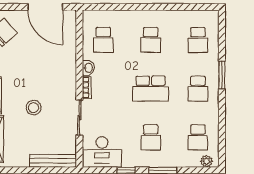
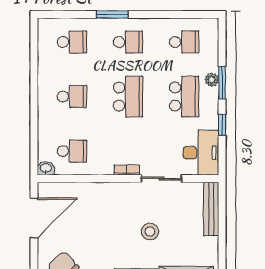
washbasin: (88, 68) -> (46, 168), moved
school desk: (151, 137) -> (184, 97), width x1.85
plant: (206, 161) -> (212, 80), moved

